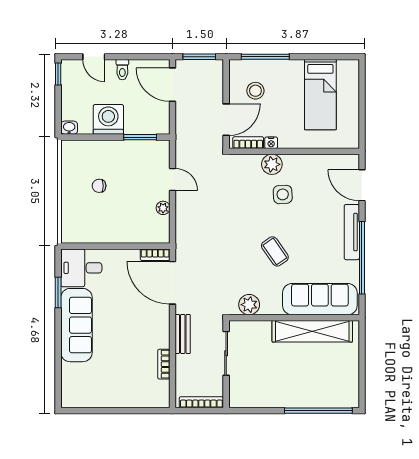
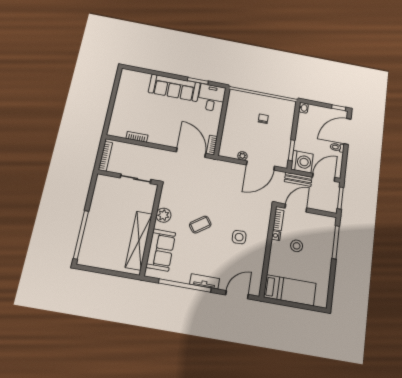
door: (94, 57) -> (347, 131), width x1.87
stool: (255, 91) -> (297, 246), moved
bed: (320, 95) -> (290, 290), moved, turned 180
washing machine: (108, 119) -> (302, 162), moved
door: (226, 120) -> (296, 208), swing flipped
plant: (272, 164) -> (261, 233), removed
door: (173, 180) -> (260, 166), width x1.87
tv unit: (352, 232) -> (205, 281), width x0.71
door: (173, 283) -> (191, 153), hinge flipped
sofa: (320, 299) -> (161, 250), width x0.73
plant: (249, 305) -> (163, 215), moved
bench: (183, 334) -> (298, 179), moved

